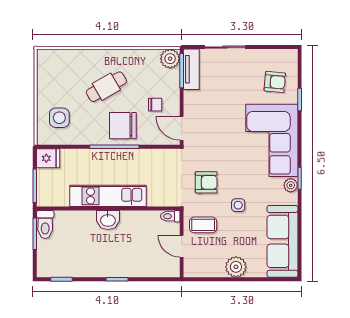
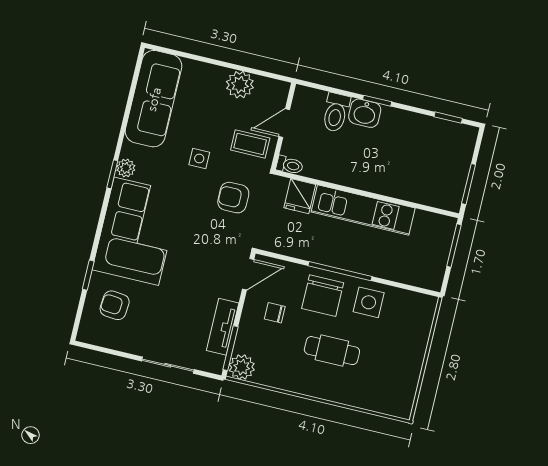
tv unit: (191, 69) -> (223, 327), moved
cafe table: (106, 87) -> (332, 351), turned 30
side table: (59, 118) -> (369, 302), moved
chair: (123, 126) -> (323, 296), turned 90
door: (182, 128) -> (248, 274), hinge flipped
fridge: (48, 158) -> (300, 196), moved, turned -90
washbasin: (108, 220) -> (365, 113), moved, turned 180
toilet: (45, 224) -> (336, 112), moved, turned 180
door: (182, 246) -> (284, 123), swing flipped
plant: (236, 267) -> (240, 85), moved

